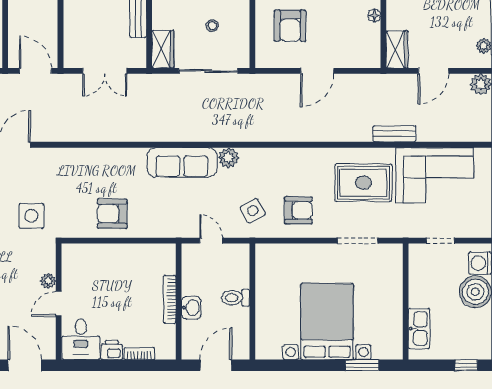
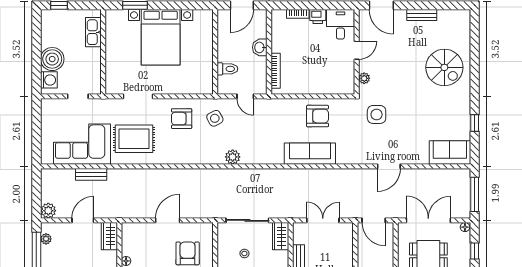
bench: (394, 134) -> (91, 174), moved
sofa: (182, 162) -> (310, 154), moved
plant: (48, 281) -> (364, 78), moved
toilet: (236, 298) -> (227, 69), moved
bookcase: (170, 299) -> (276, 71), moved

